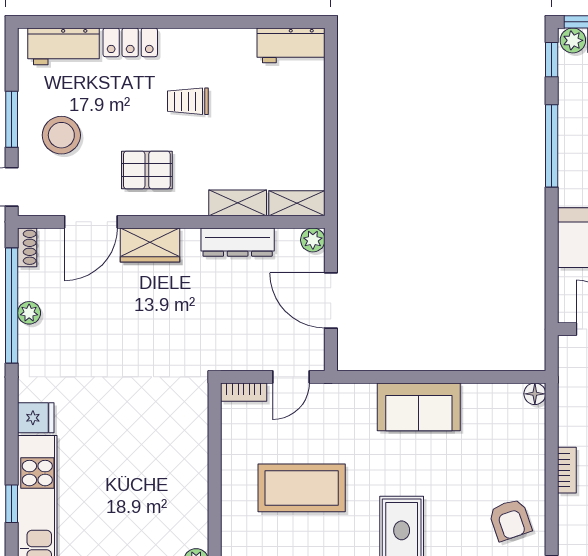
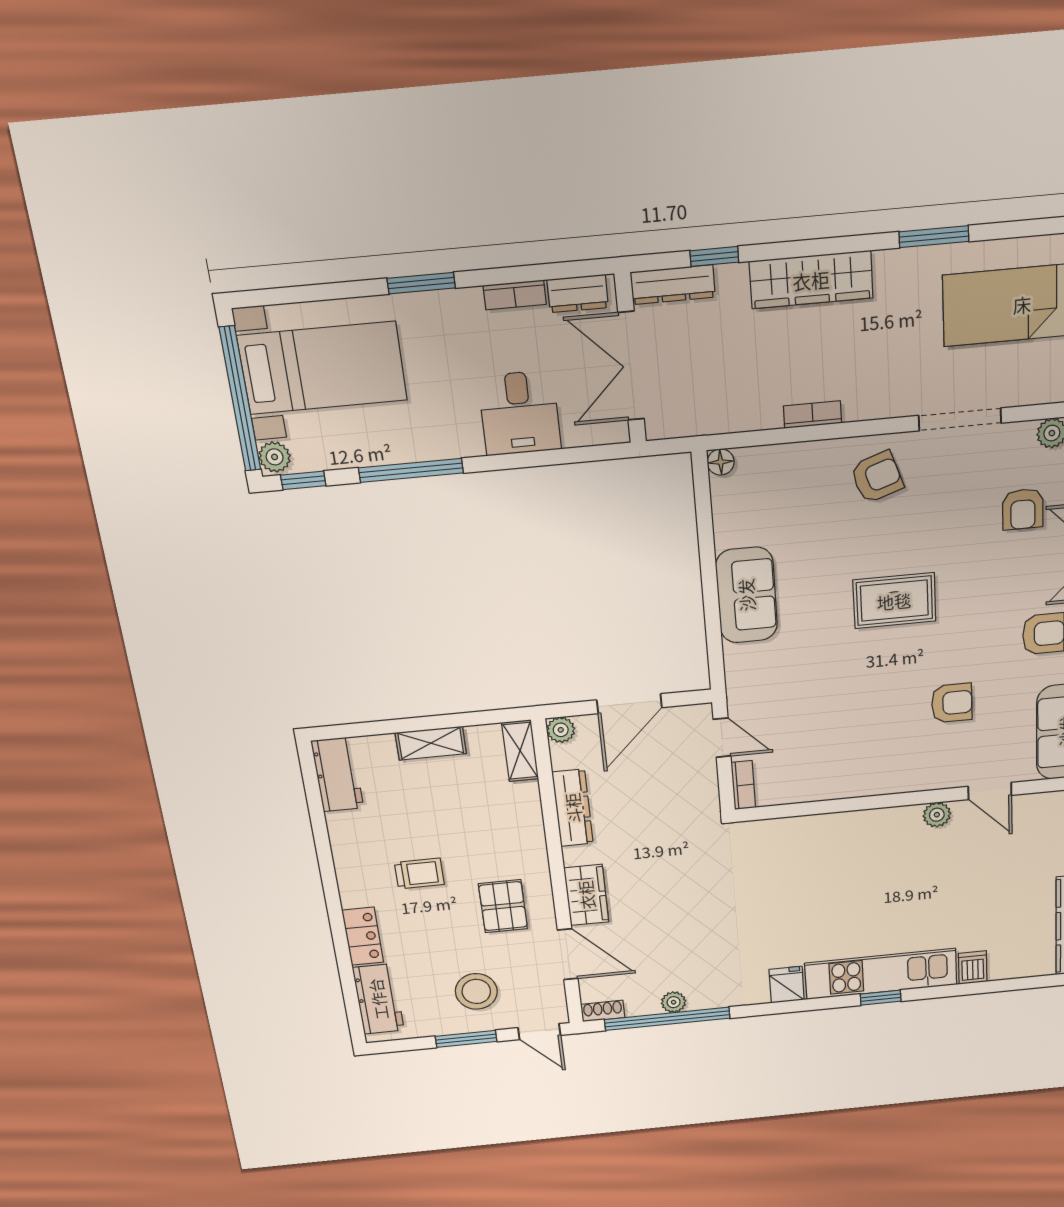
trolley: (188, 101) -> (419, 873), turned -90
shelving: (238, 203) -> (431, 743), moved, turned 90
coffee table: (302, 488) -> (850, 714), removed

